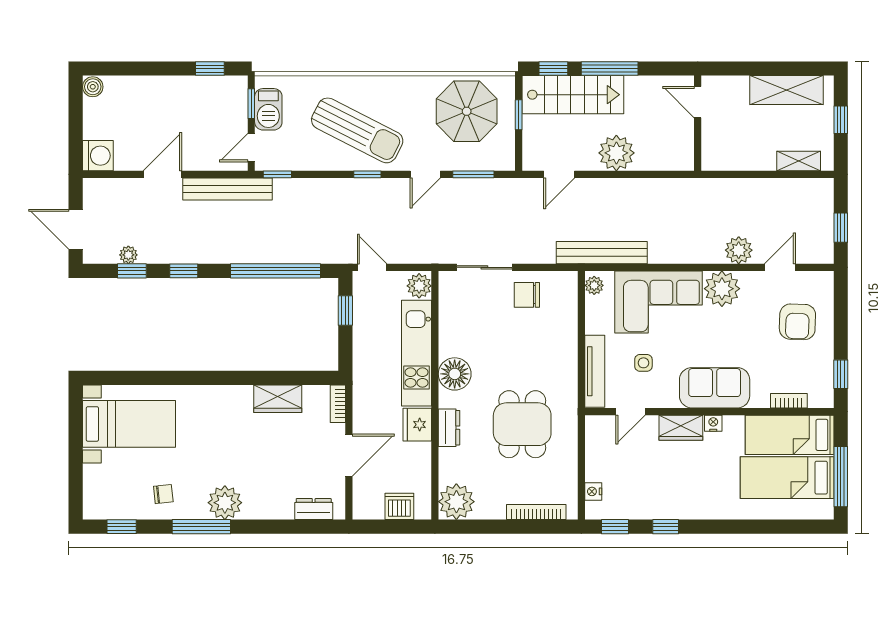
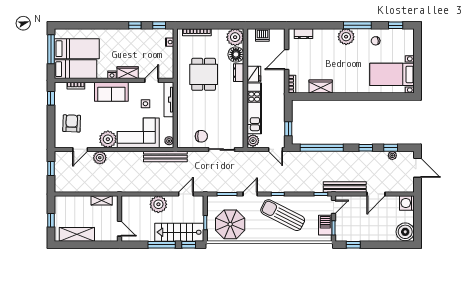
boiler: (93, 87) -> (405, 232), width x1.86, depth x1.86
shelving: (799, 161) -> (102, 200), moved
floor lamp: (455, 374) -> (236, 54), moved

